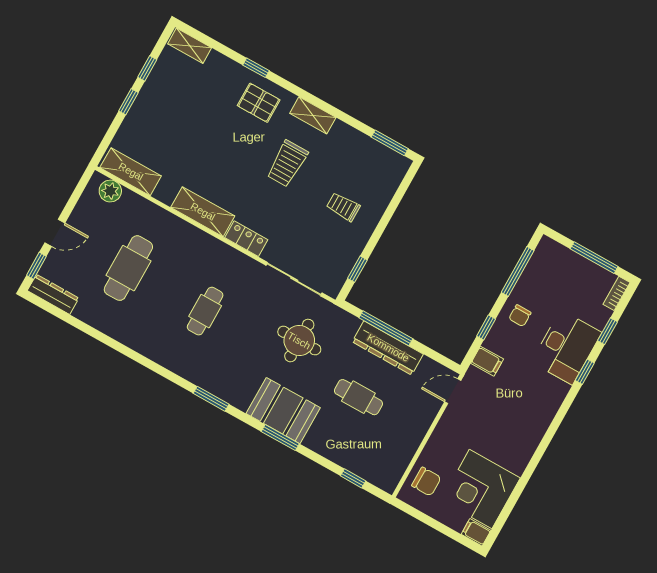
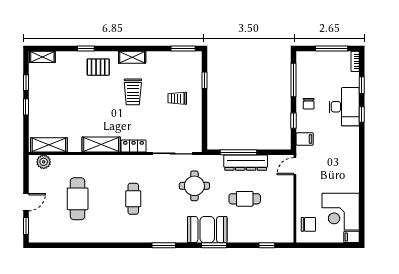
window: (357, 269) -> (204, 80), moved
dresser: (53, 294) -> (44, 237), removed

